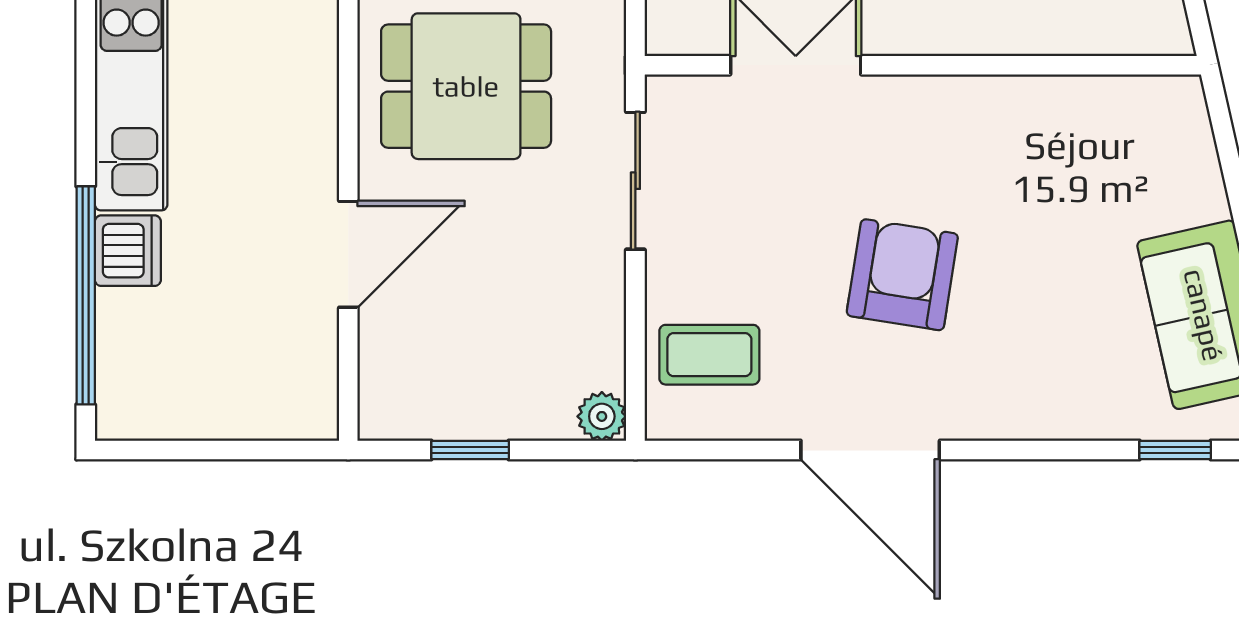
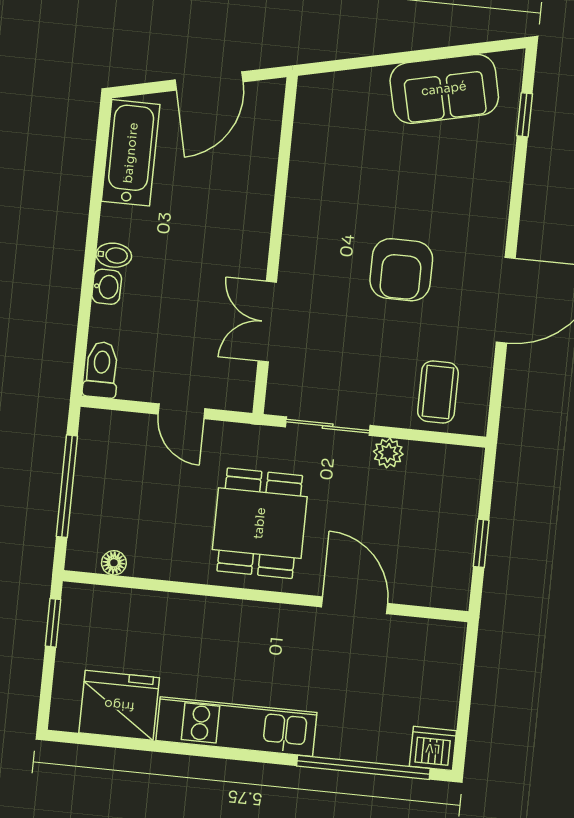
dishwasher: (128, 251) -> (433, 748), moved
armchair: (902, 275) -> (401, 270), turned -99
plant: (602, 416) -> (388, 453), moved

